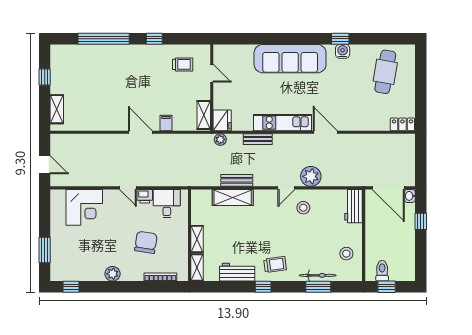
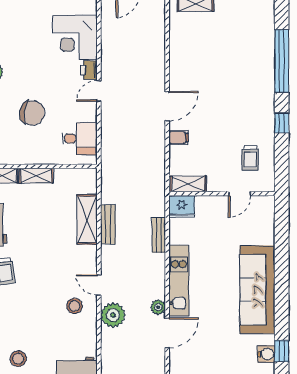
plant: (220, 139) -> (158, 307), moved
bench: (258, 139) -> (159, 235), moved
printer: (145, 196) -> (89, 70), moved

